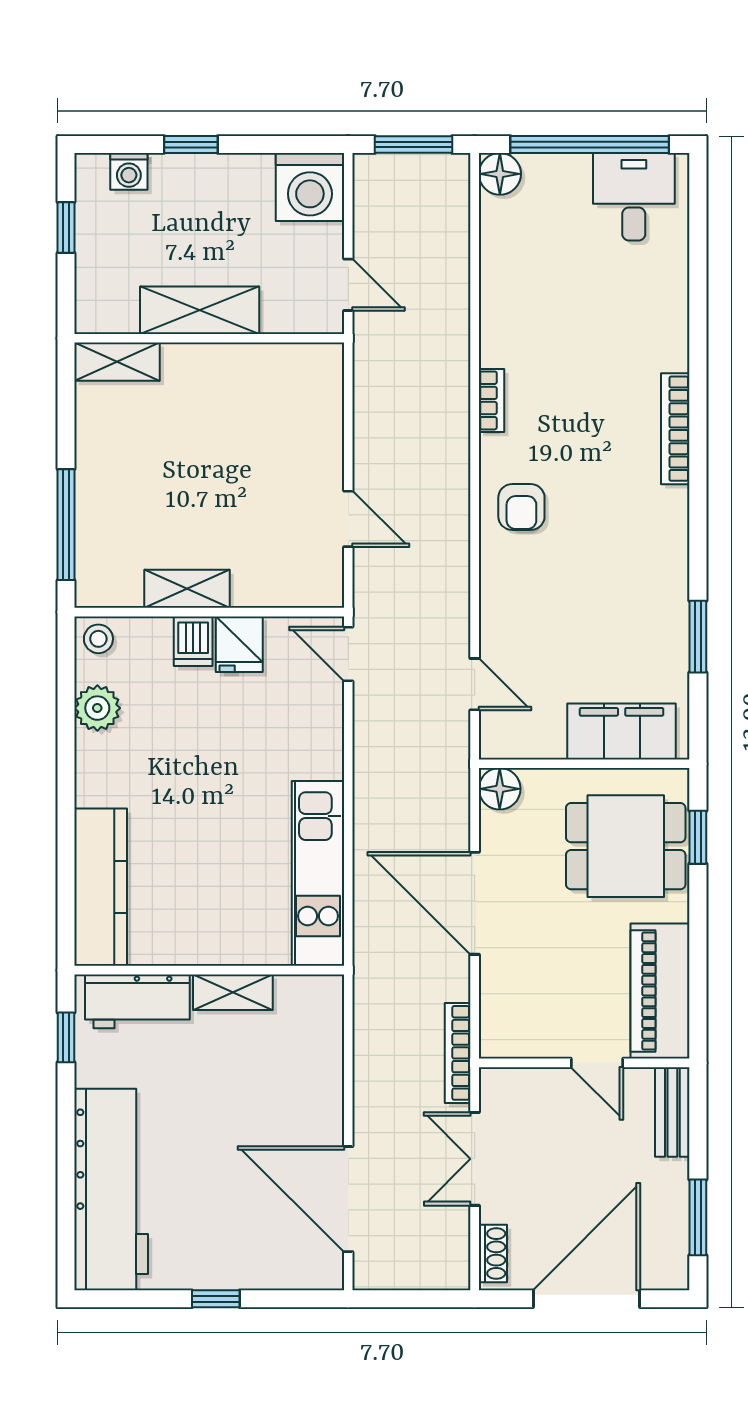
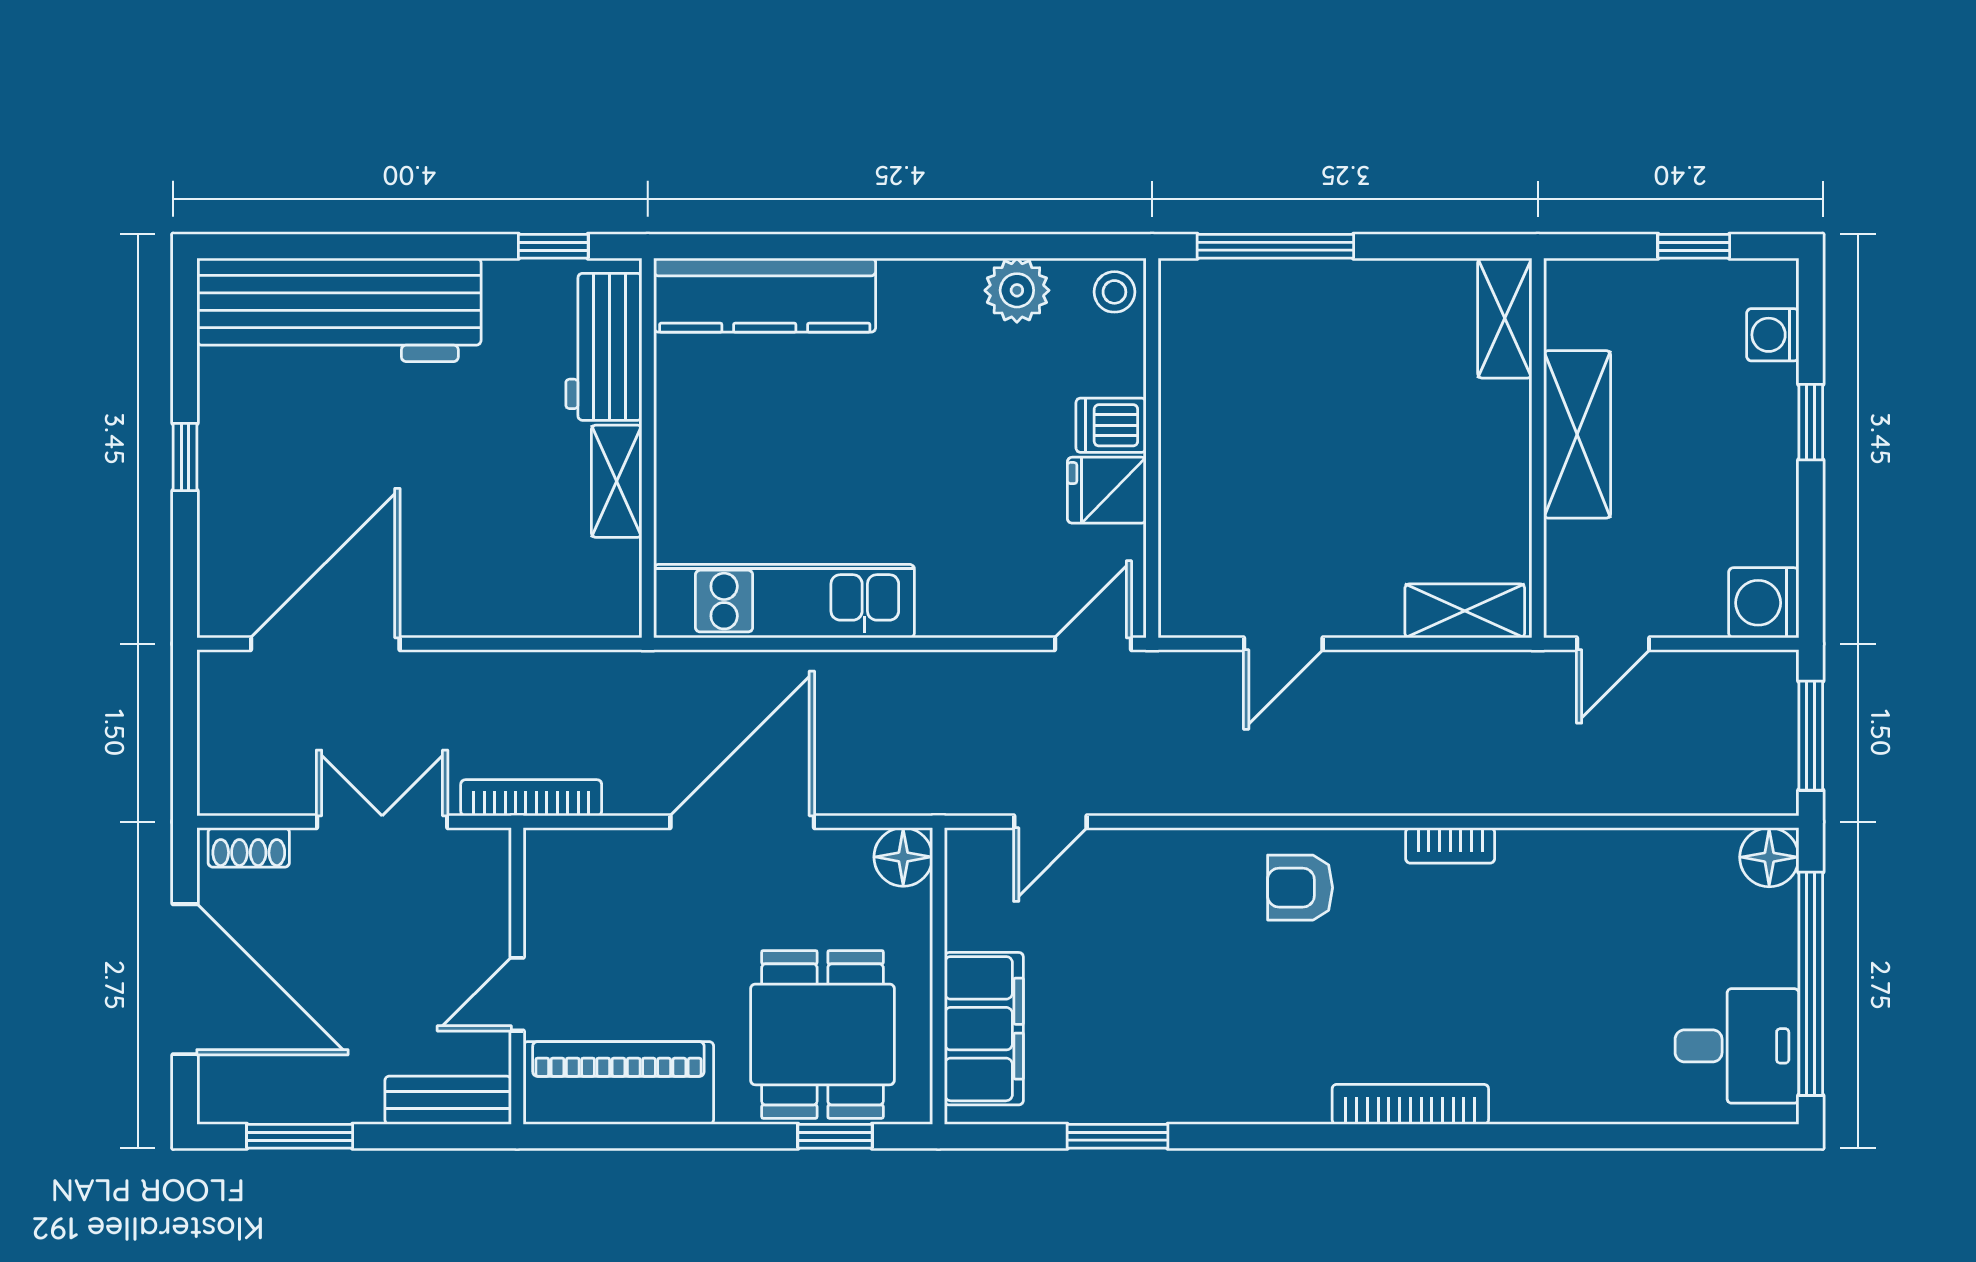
washing machine: (310, 187) -> (1764, 603), width x0.73, depth x0.73
shelving: (187, 589) -> (1465, 611), moved, turned 90

